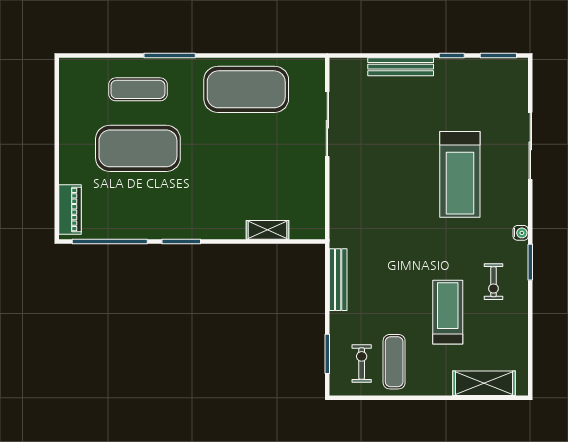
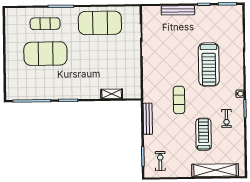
piano: (70, 209) -> (11, 85), removed
exercise mat: (394, 362) -> (179, 100), moved
shelving: (484, 383) -> (215, 170), width x1.47

